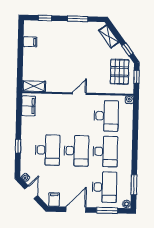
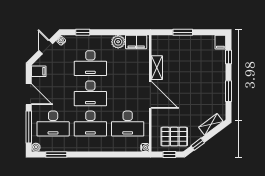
filing cabinet: (30, 42) -> (220, 42), moved
window: (20, 61) -> (183, 32), added
shelving: (34, 86) -> (157, 68), moved
door: (79, 94) -> (150, 95), width x1.88
plant: (28, 123) -> (118, 42), added
window: (18, 146) -> (83, 32), moved
door: (31, 192) -> (46, 47), swing flipped
window: (107, 210) -> (29, 127), width x1.44

